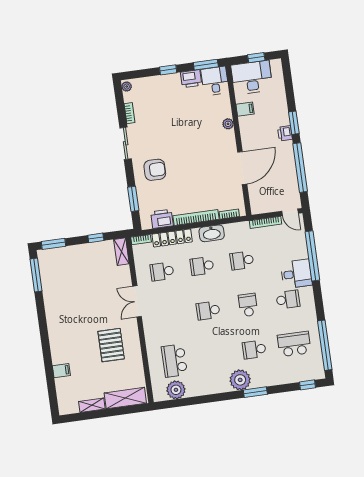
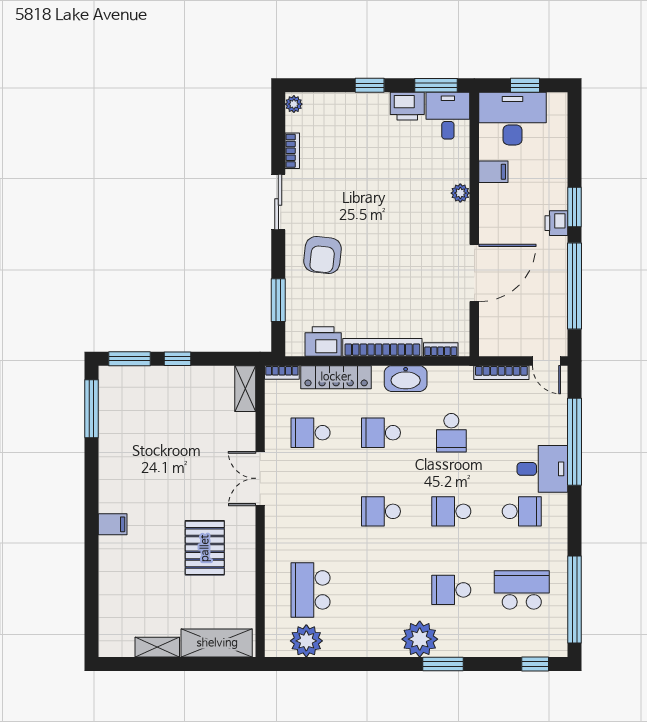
armchair: (155, 170) -> (323, 255), turned 96
window: (96, 238) -> (178, 359), moved
school desk: (242, 260) -> (451, 433), turned -90
school desk: (248, 305) -> (451, 511), turned -90
filing cabinet: (61, 371) -> (113, 524), moved

